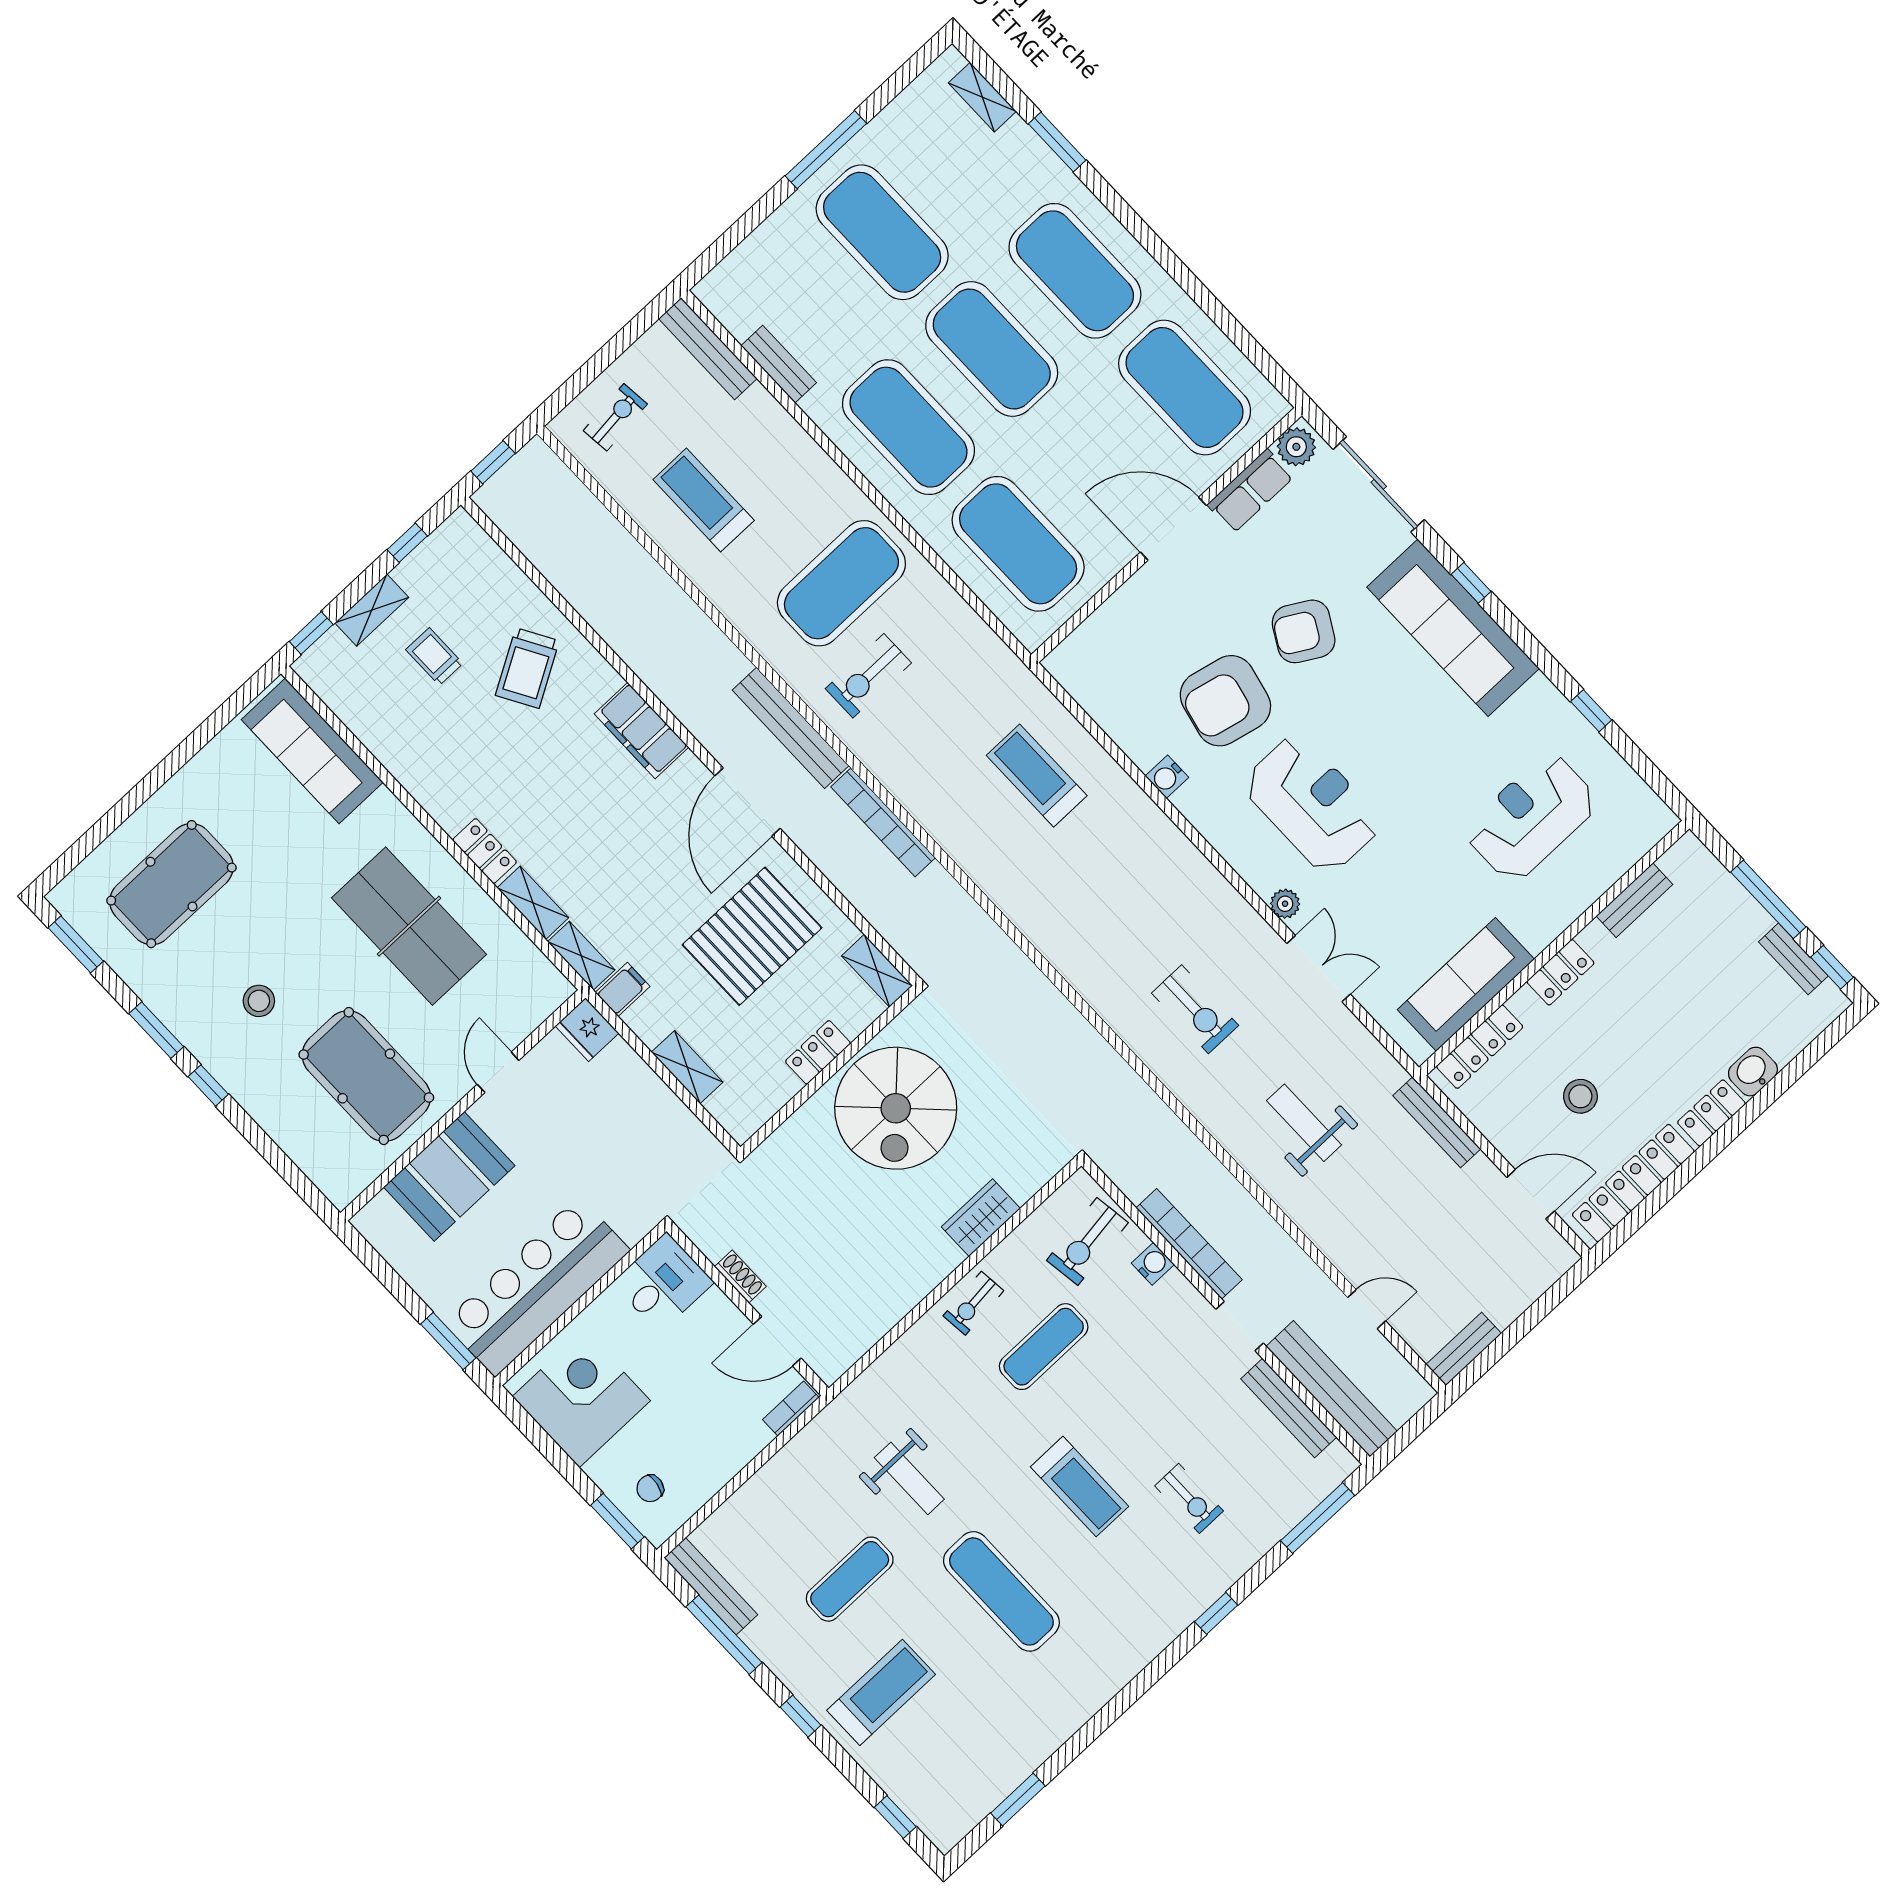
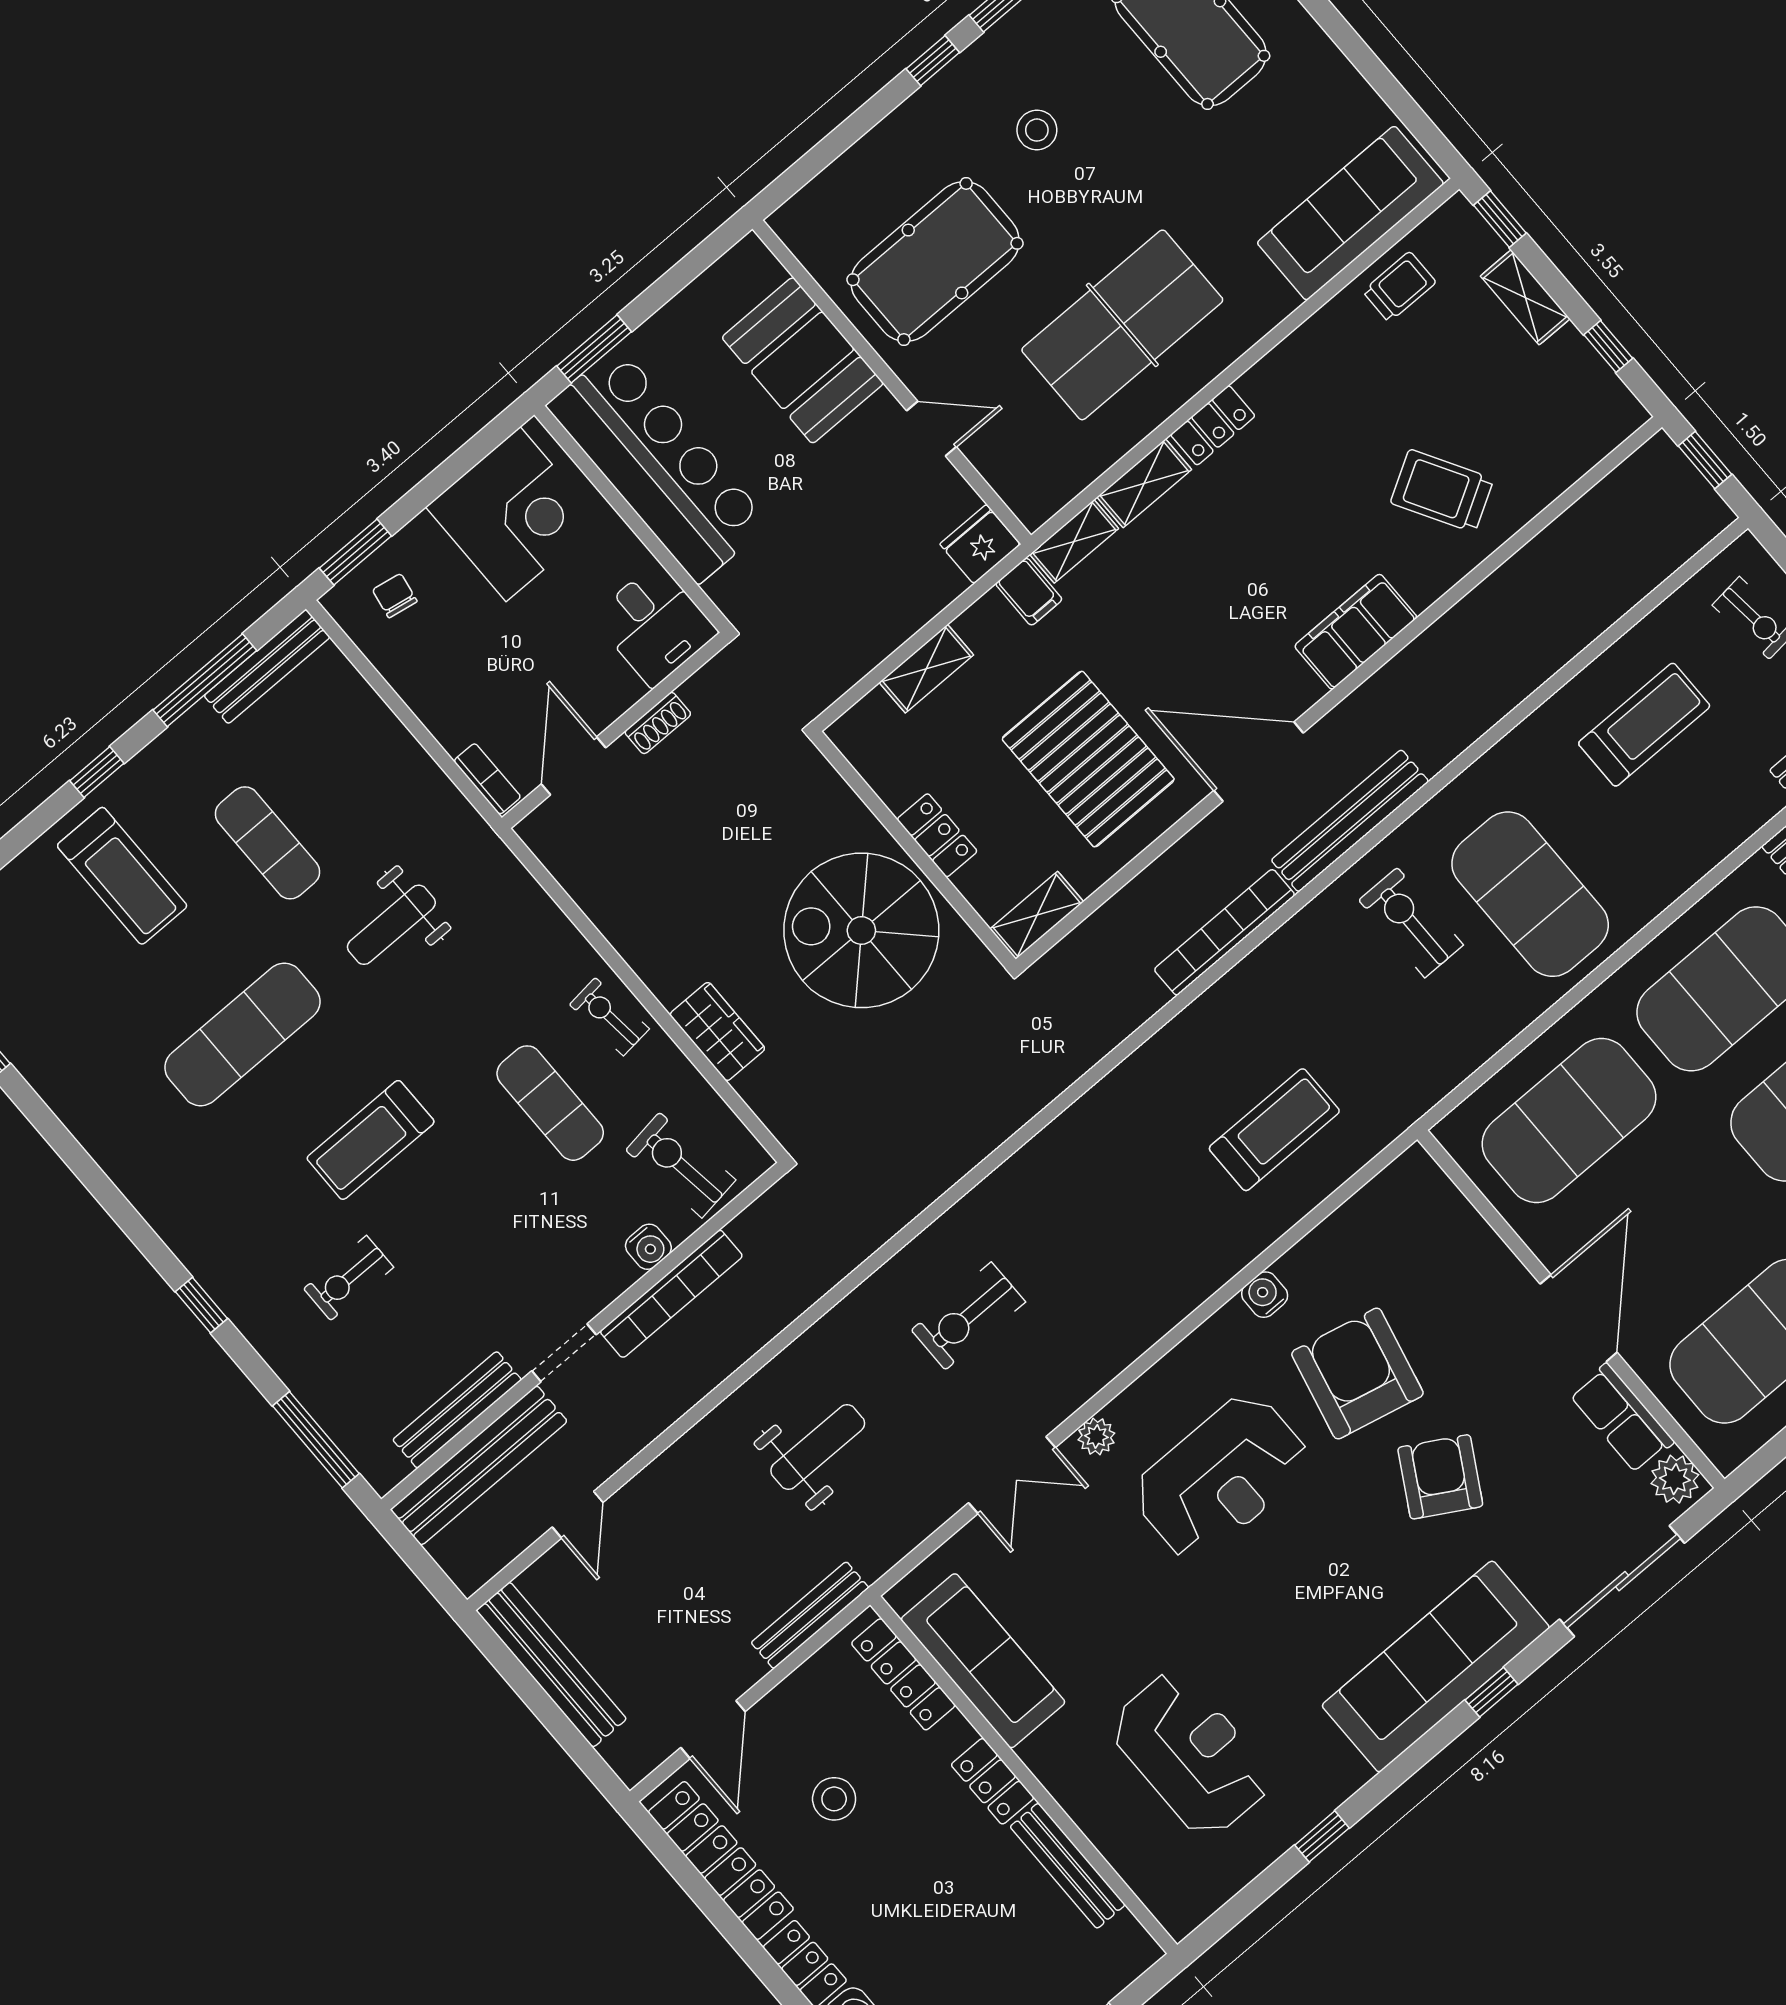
trolley: (434, 657) -> (1399, 287), moved
bench: (1634, 900) -> (1068, 1866), width x1.36
bench: (1464, 1349) -> (551, 1665), width x1.86, depth x1.21

